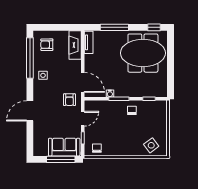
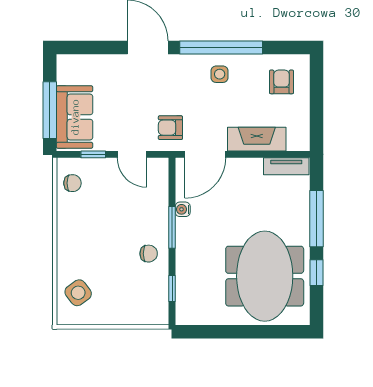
window: (154, 27) -> (316, 273), moved
fireplace: (75, 45) -> (257, 139), moved
window: (30, 58) -> (221, 48), moved

